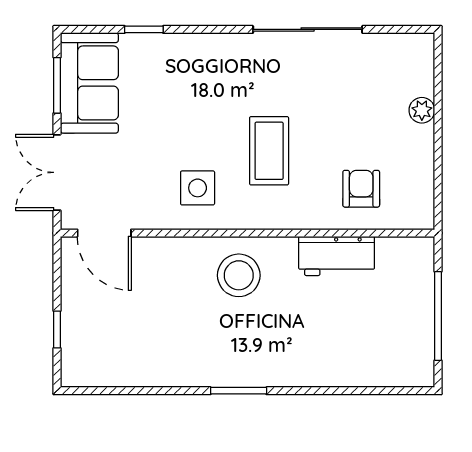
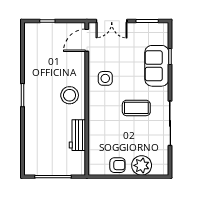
sofa: (89, 83) -> (157, 66), moved, turned 90
plant: (422, 110) -> (142, 165), width x1.88, depth x1.88
coffee table: (269, 151) -> (136, 108), moved
double door: (57, 172) -> (112, 21), swing flipped
armchair: (361, 189) -> (117, 165), moved

